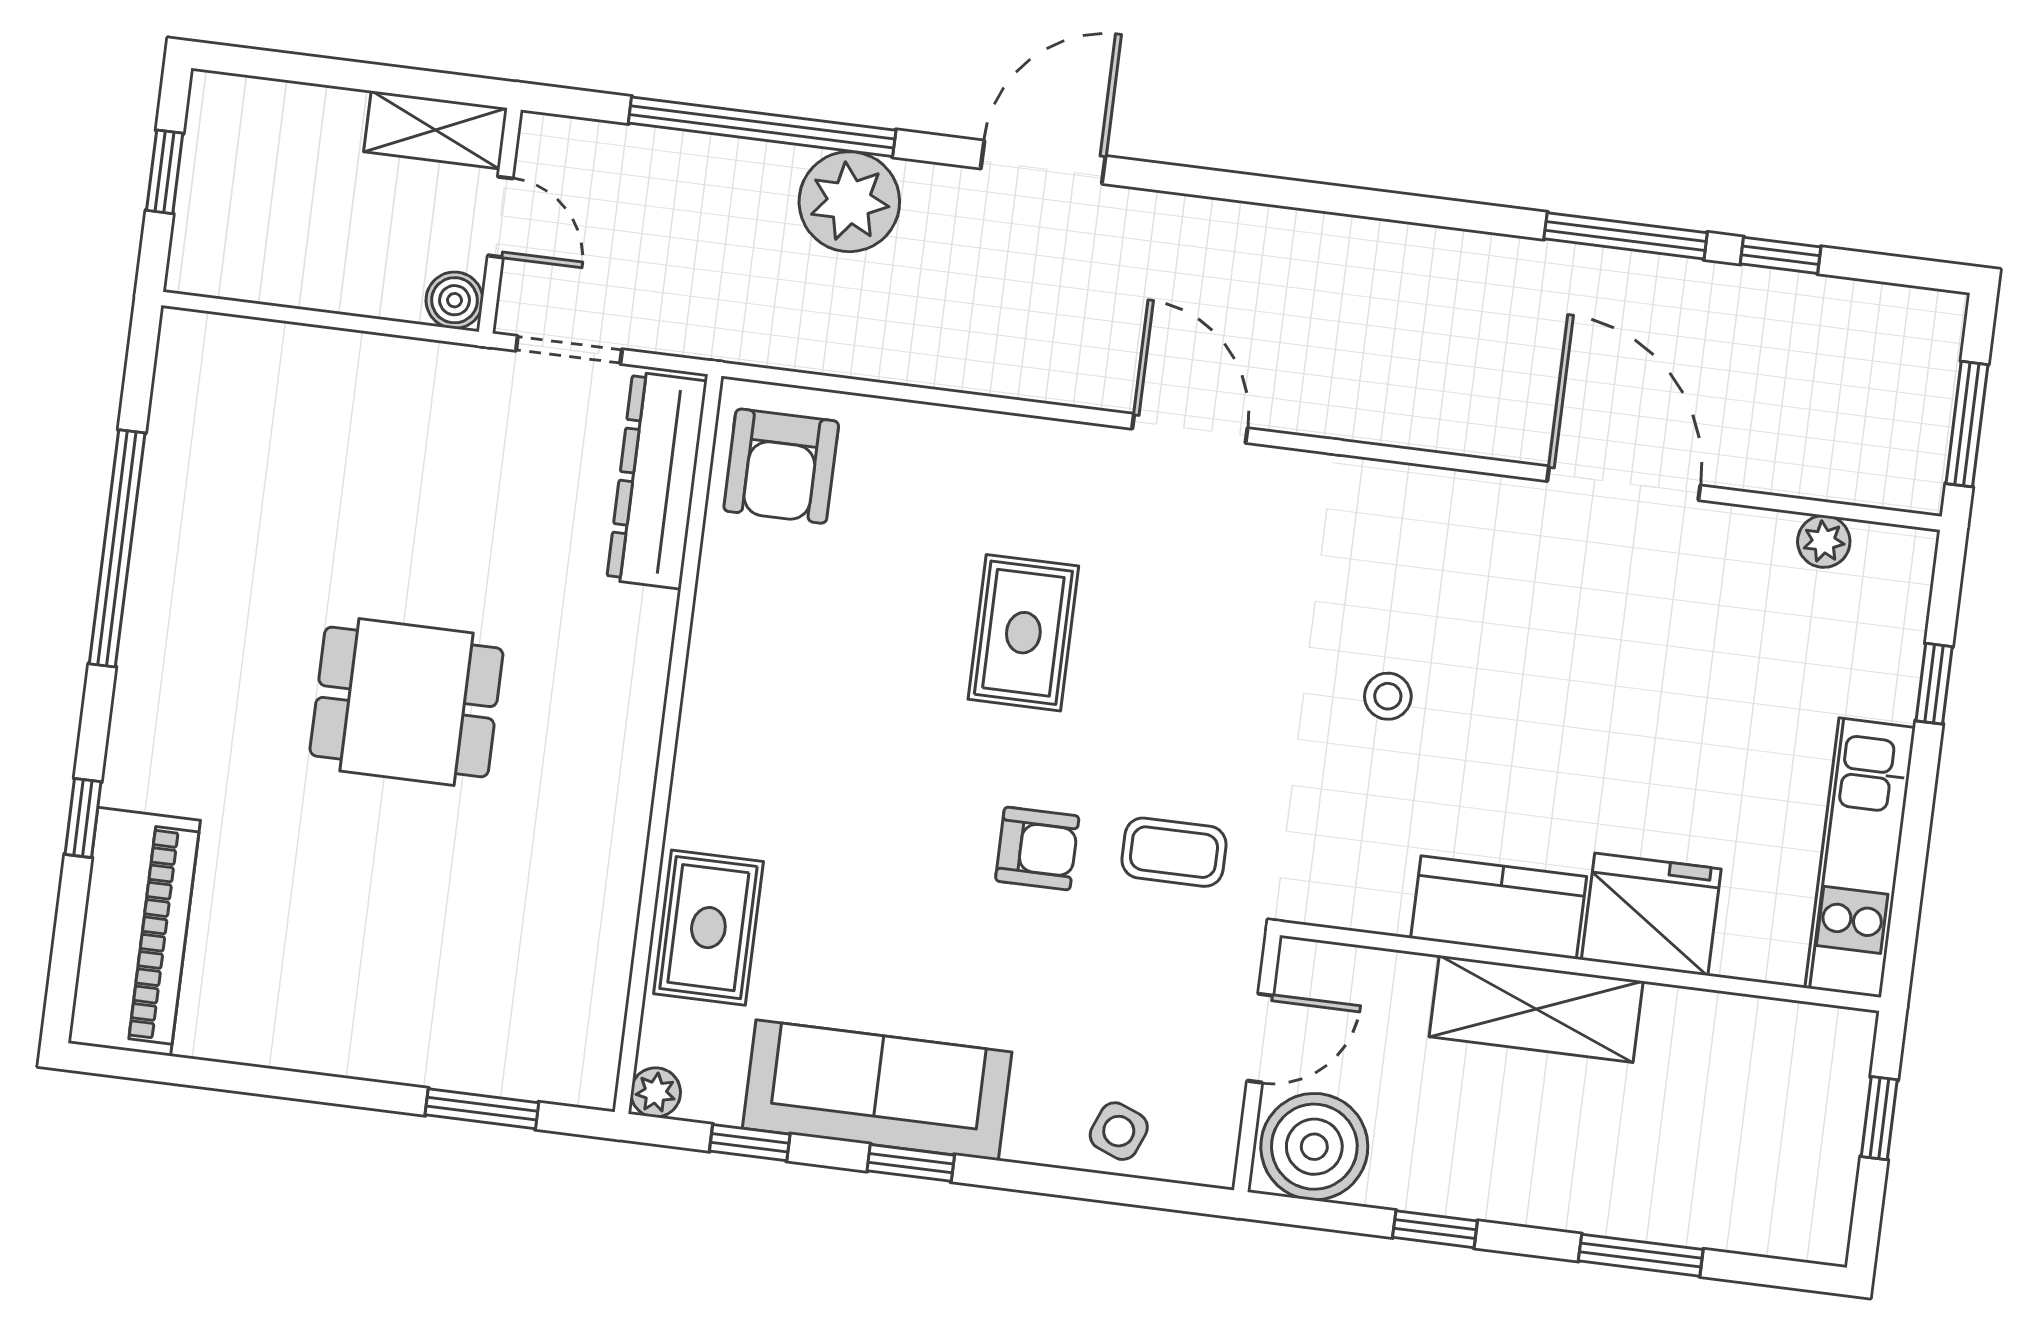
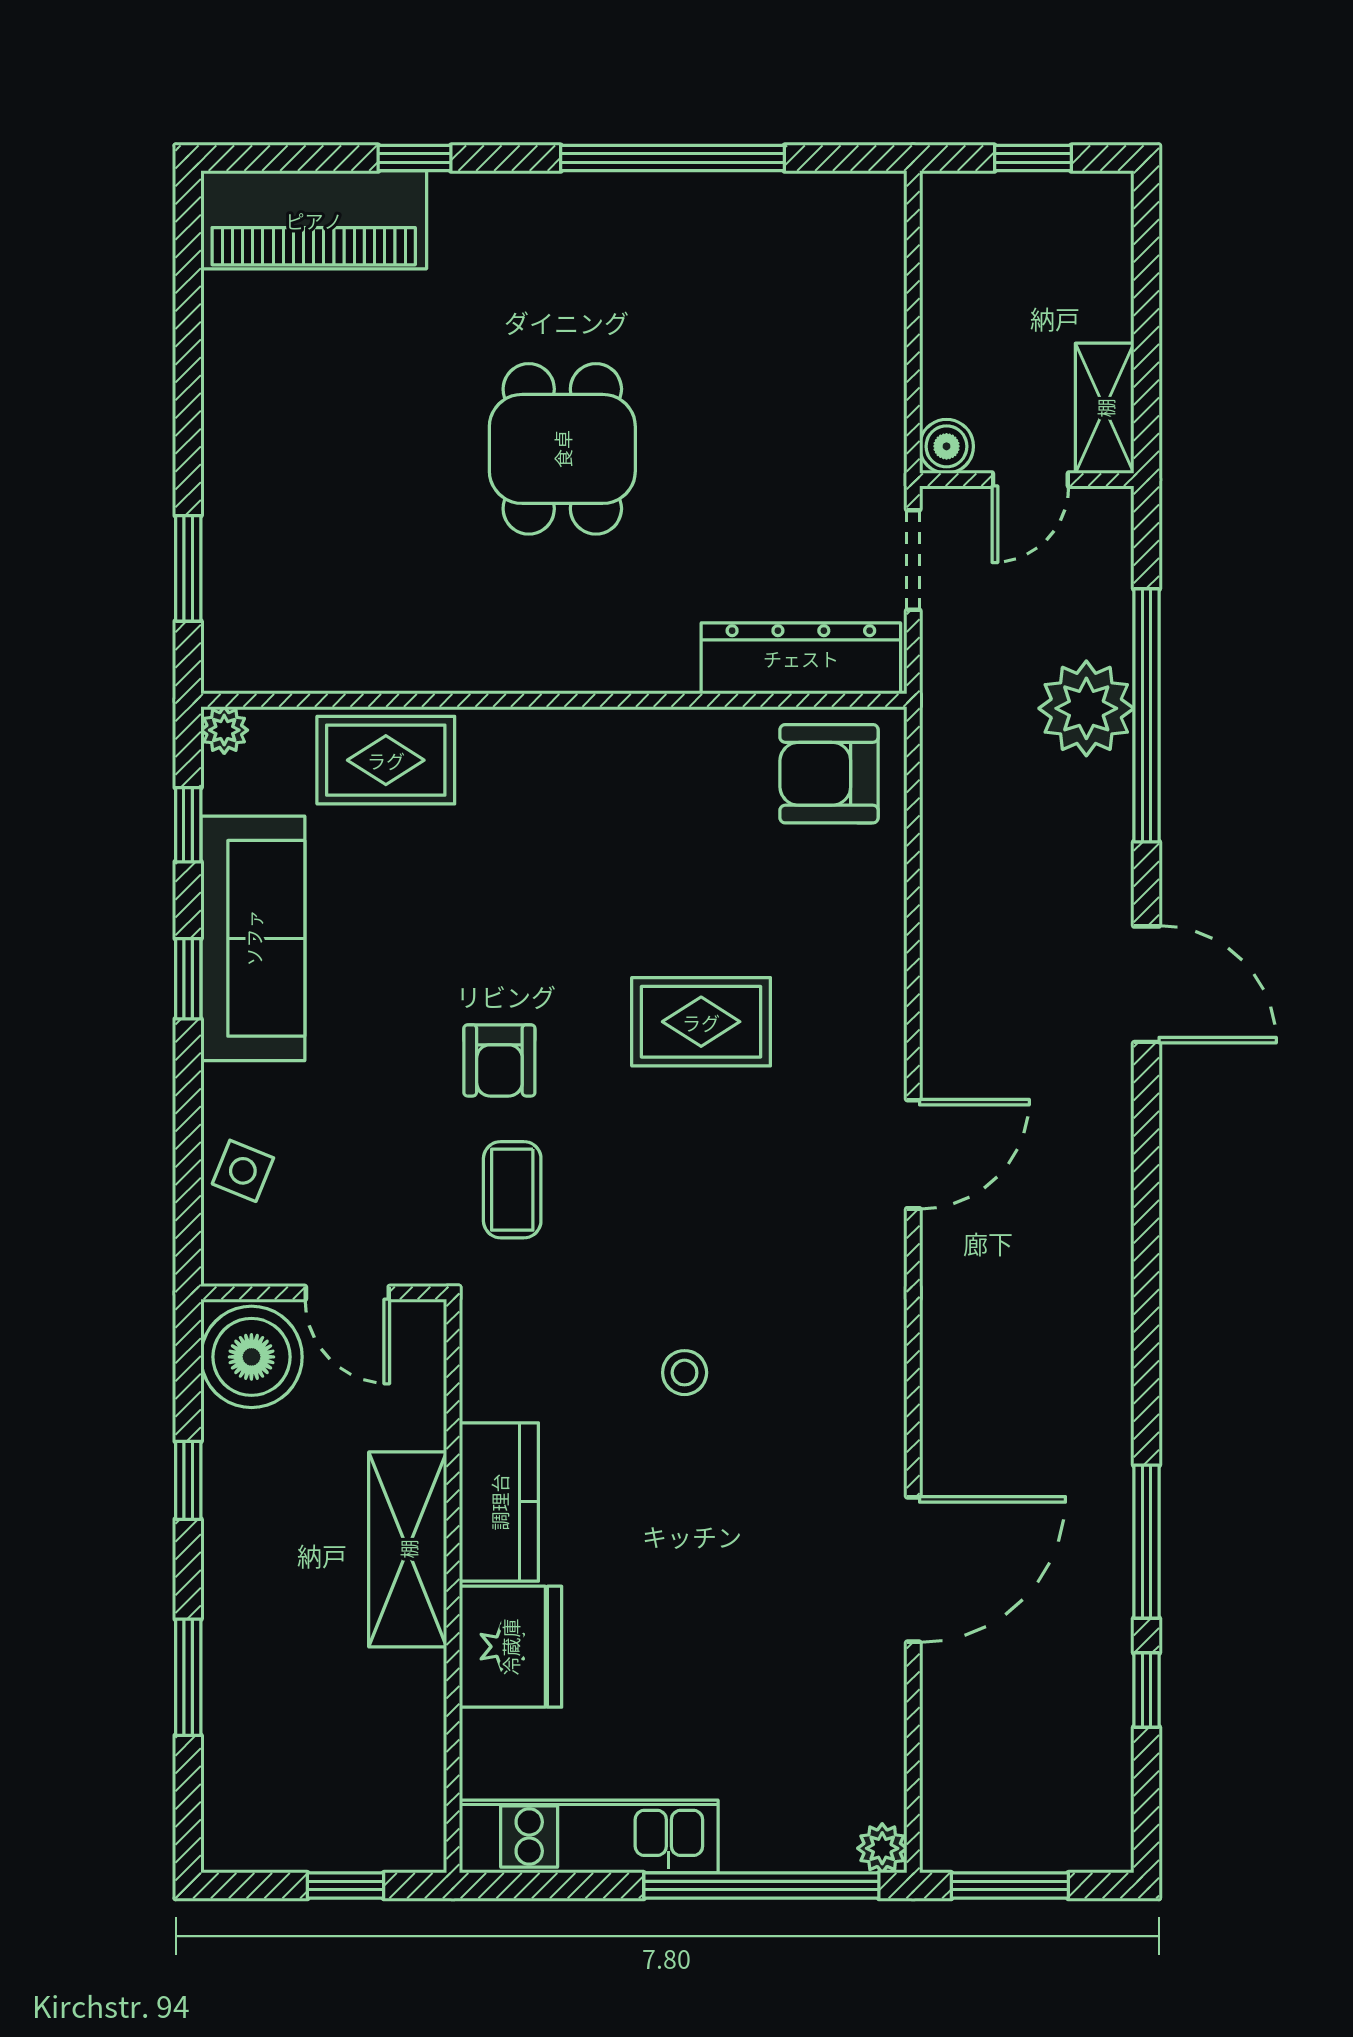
plant: (849, 202) -> (1086, 708), moved
plant: (1824, 541) -> (882, 1848), moved
window: (1934, 684) -> (761, 1886), width x3.17

